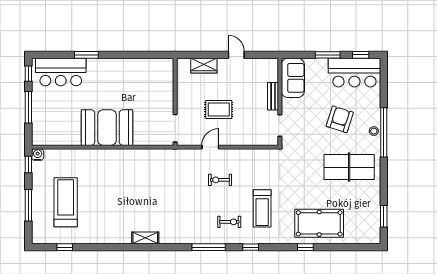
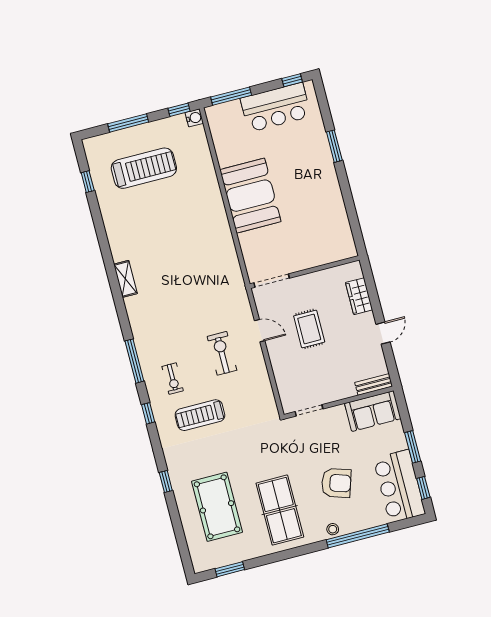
bar counter: (61, 72) -> (276, 107), moved, turned -90
bench: (273, 96) -> (374, 384), moved
window: (28, 107) -> (231, 96), moved
window: (384, 132) -> (358, 536), moved
exercise bike: (220, 180) -> (222, 353), width x1.38, depth x1.39
pool table: (319, 223) -> (217, 507), moved

